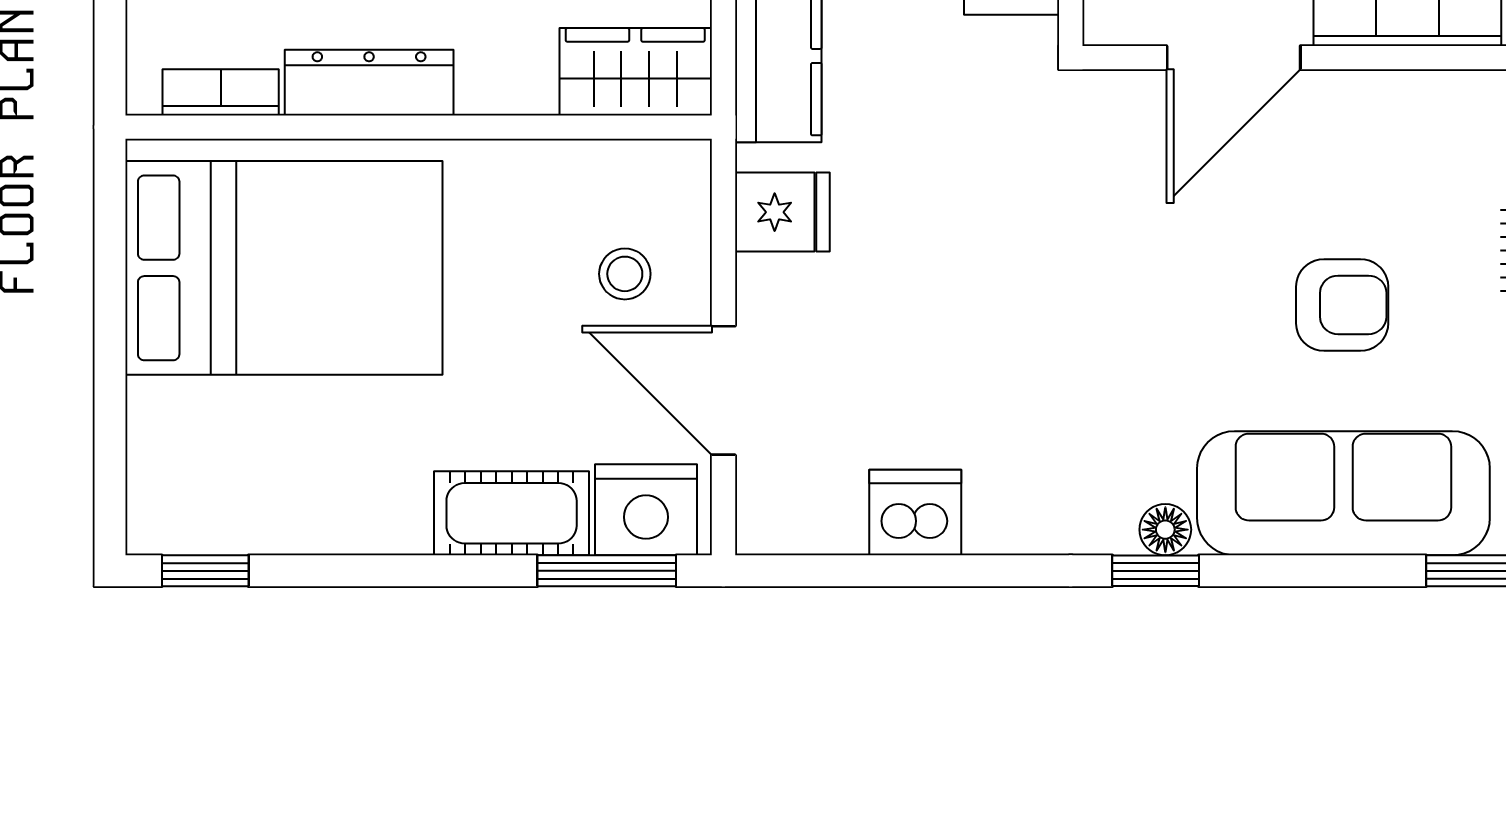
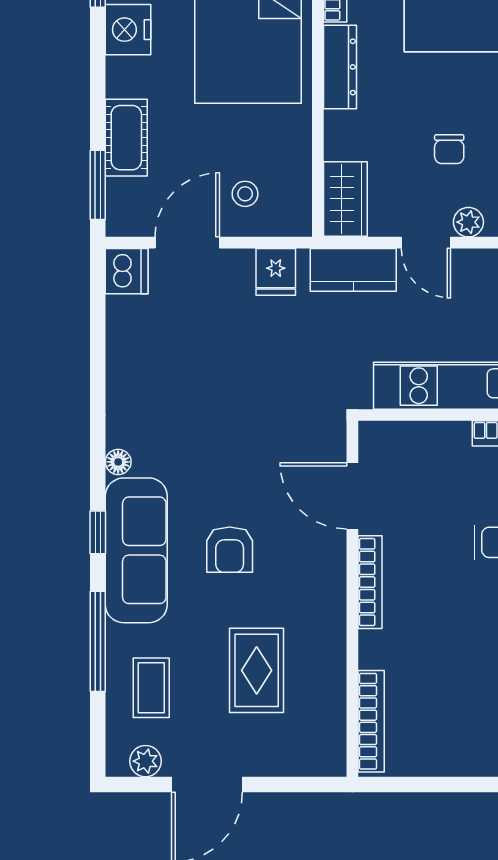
nightstand: (646, 510) -> (128, 30), moved
dishwasher: (915, 512) -> (127, 271), moved
window: (1156, 571) -> (98, 532), moved

